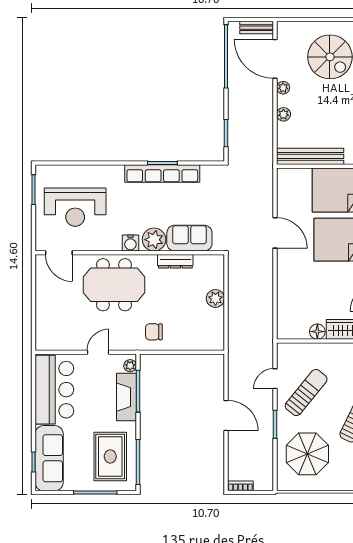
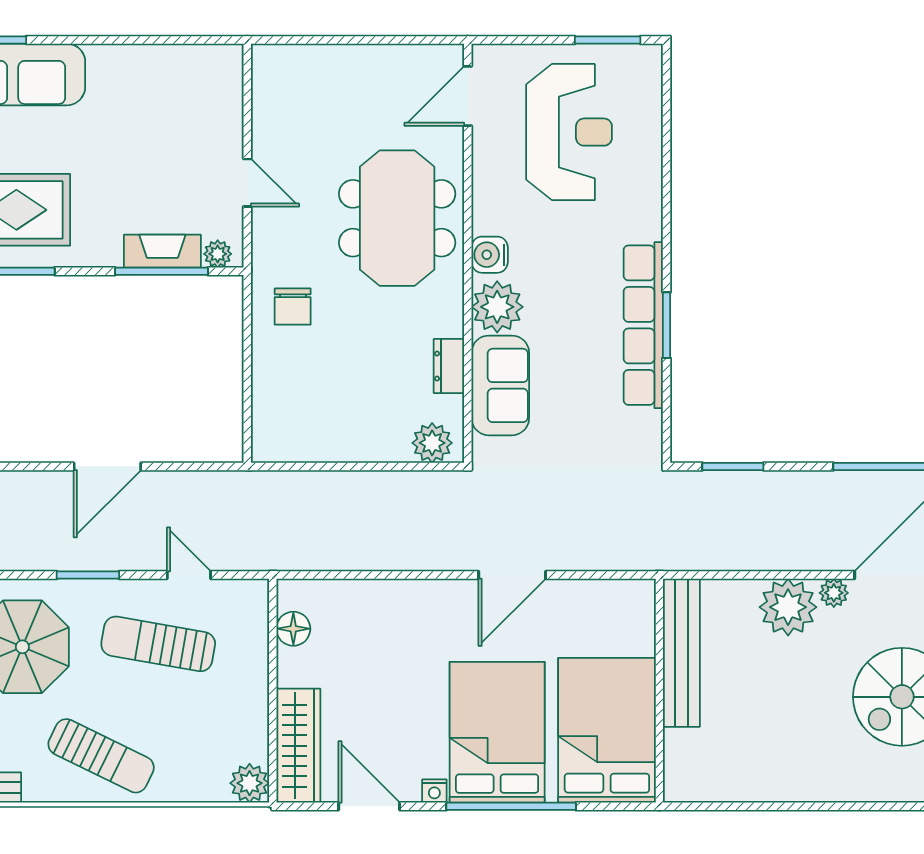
plant: (283, 114) -> (788, 607), width x1.87, depth x1.87
reception desk: (75, 207) -> (569, 132), turned 180
dresser: (175, 261) -> (449, 366), width x0.70
plant: (215, 298) -> (432, 443), moved
chair: (154, 332) -> (293, 307), turned 180
floor lamp: (317, 332) -> (293, 629), moved
bar counter: (54, 390) -> (165, 86), removed
sun lounger: (306, 393) -> (158, 644), turned 151
fireplace: (127, 397) -> (162, 251), width x0.73, depth x0.76

